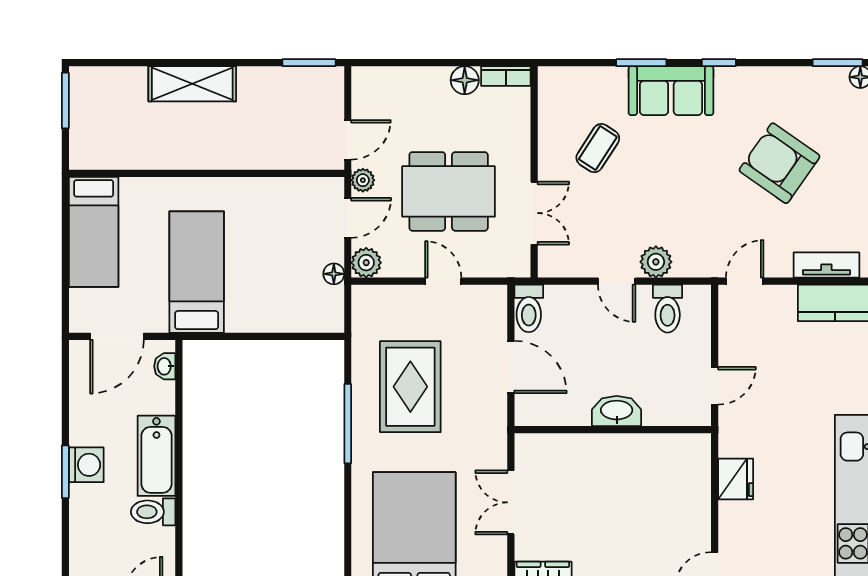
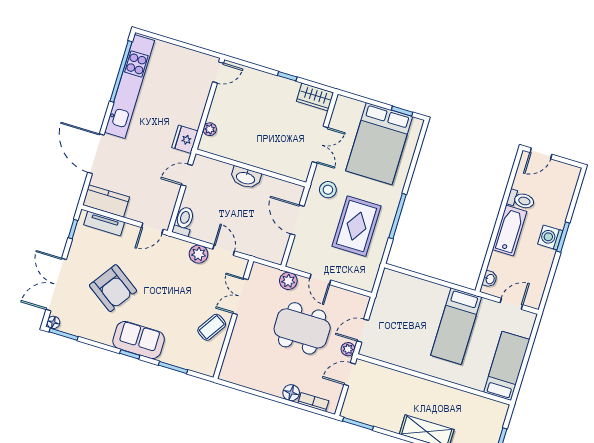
bookcase: (506, 76) -> (313, 402), moved
floor lamp: (465, 80) -> (291, 393), moved
sofa: (671, 91) -> (139, 340), moved
wall: (534, 172) -> (233, 319), moved
double door: (534, 213) -> (240, 296), moved
plant: (366, 263) -> (288, 281), moved
floor lamp: (334, 274) -> (380, 302), removed
toilet: (529, 308) -> (277, 250), removed
toilet: (668, 309) -> (184, 221), moved
door: (117, 336) -> (511, 304), width x0.73
stool: (475, 432) -> (328, 190), added
plant: (700, 473) -> (210, 129), added
fridge: (736, 479) -> (185, 139), moved

